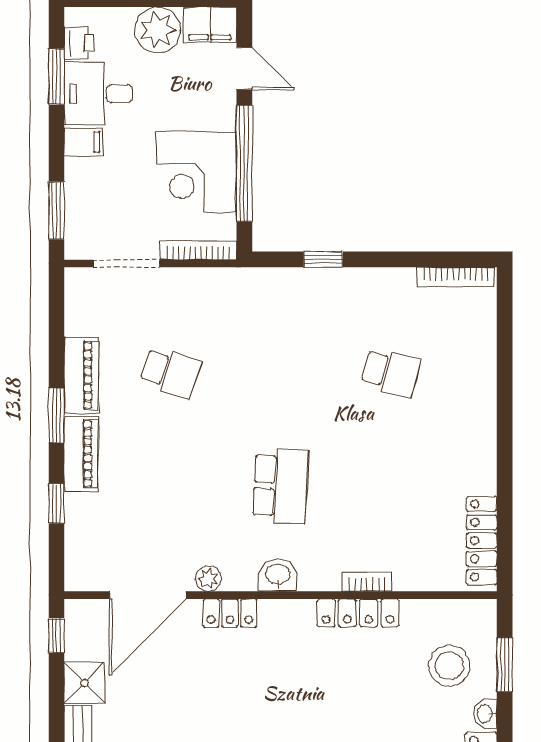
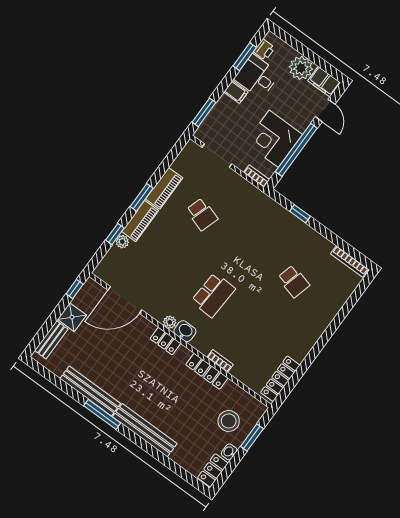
bookcase: (198, 250) -> (257, 176), width x0.64
plant: (77, 507) -> (122, 242), added
plant: (208, 579) -> (170, 322), moved
locker: (230, 613) -> (165, 341), moved

